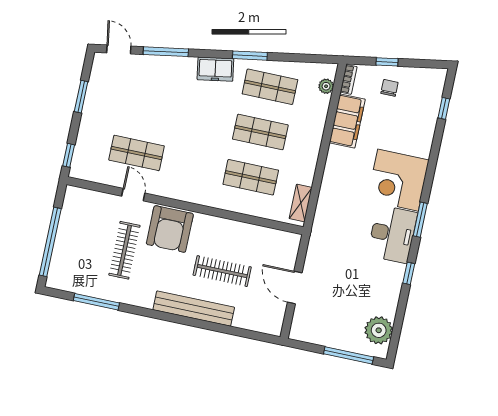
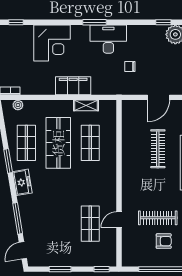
chair: (389, 88) -> (130, 67), moved
filing cabinet: (347, 121) -> (73, 86), moved
shop shelf: (260, 132) -> (58, 143), width x1.43, depth x1.36
corner desk: (398, 180) -> (52, 43), moved
shelving: (301, 203) -> (86, 105), moved
armchair: (170, 229) -> (164, 241), moved, width x0.53, depth x0.53
window: (409, 273) -> (163, 22), moved

